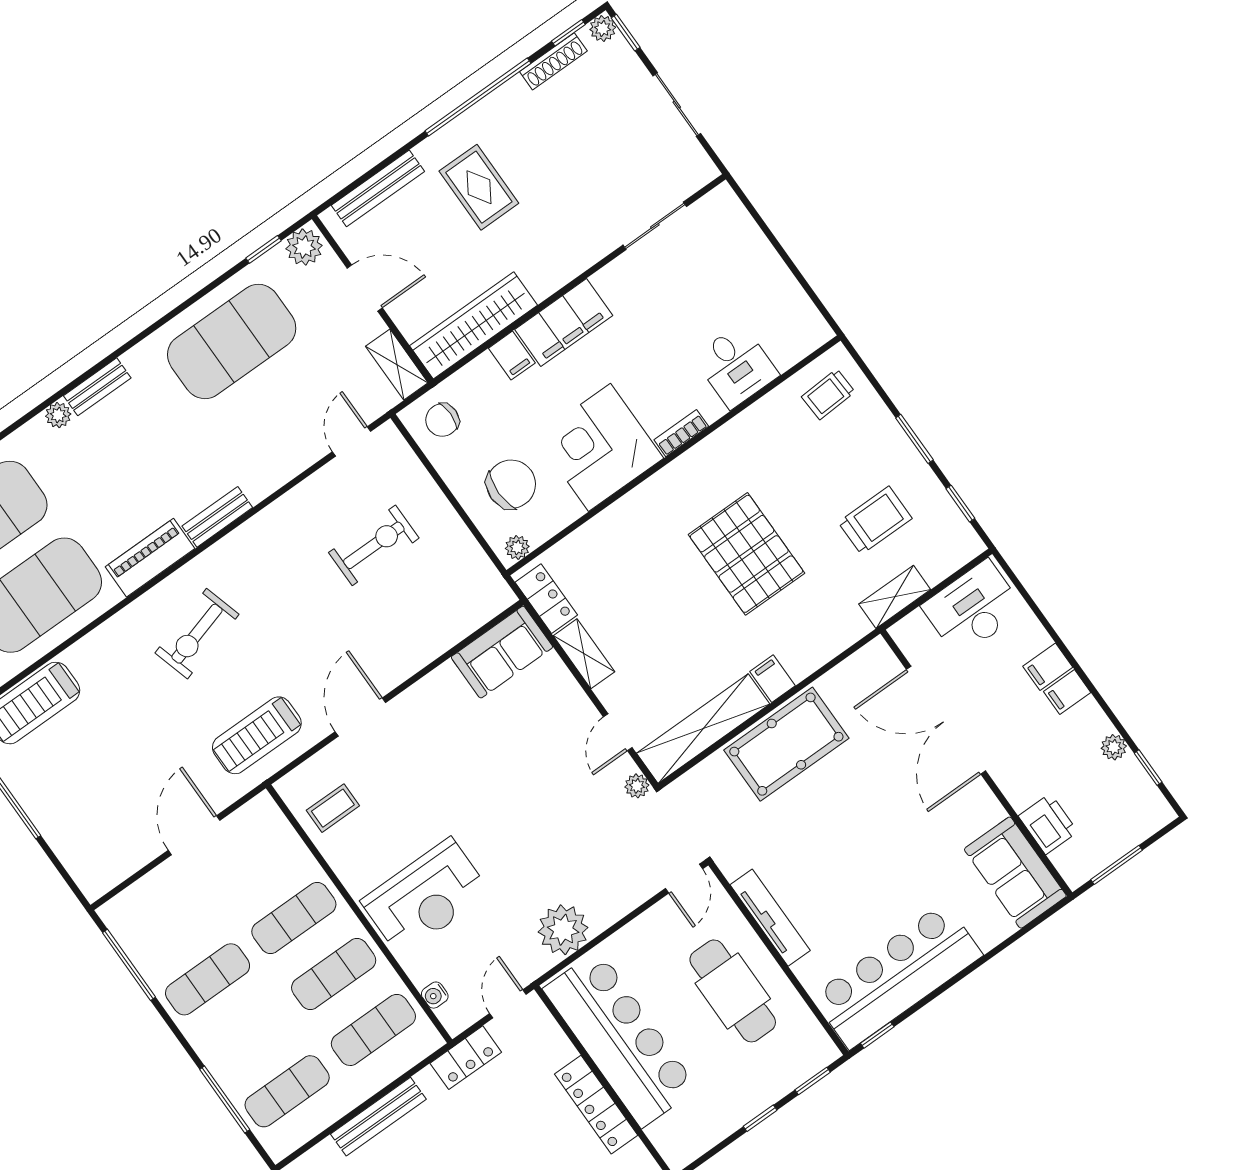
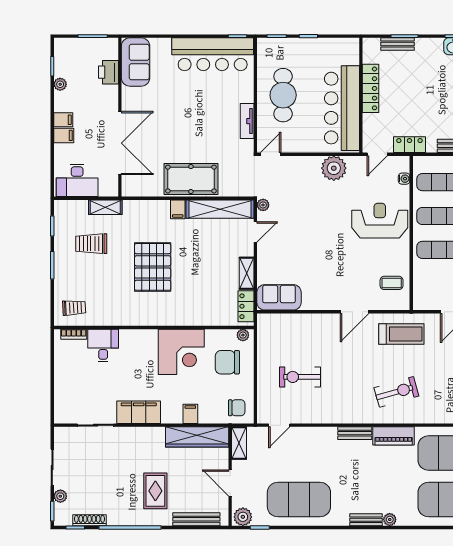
plant: (603, 28) -> (60, 496), moved
filing cabinet: (564, 323) -> (139, 412), moved
bookcase: (681, 433) -> (74, 334), moved
tv unit: (770, 918) -> (247, 121), width x0.71

